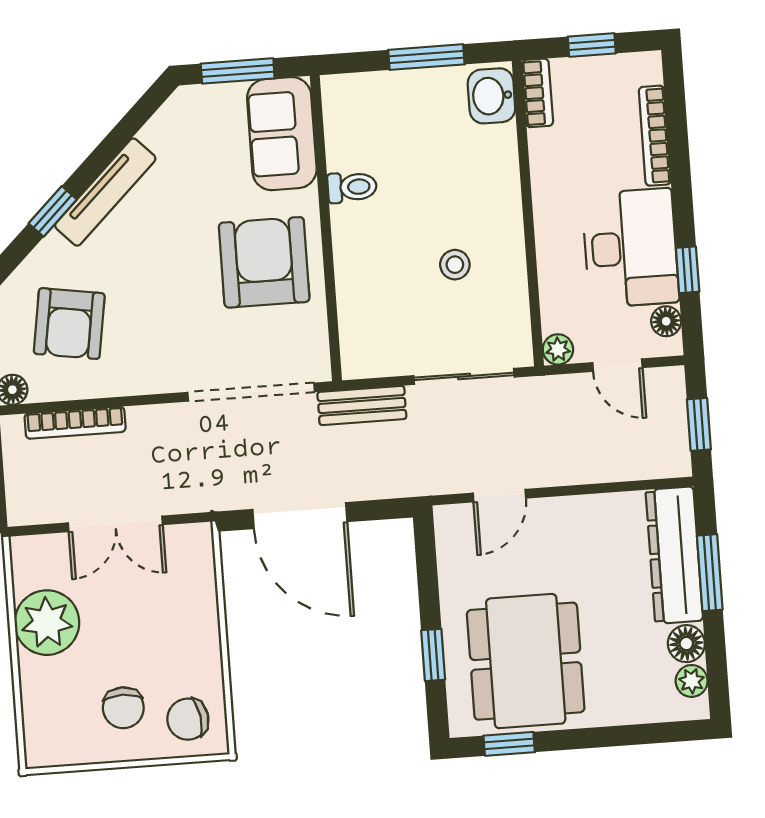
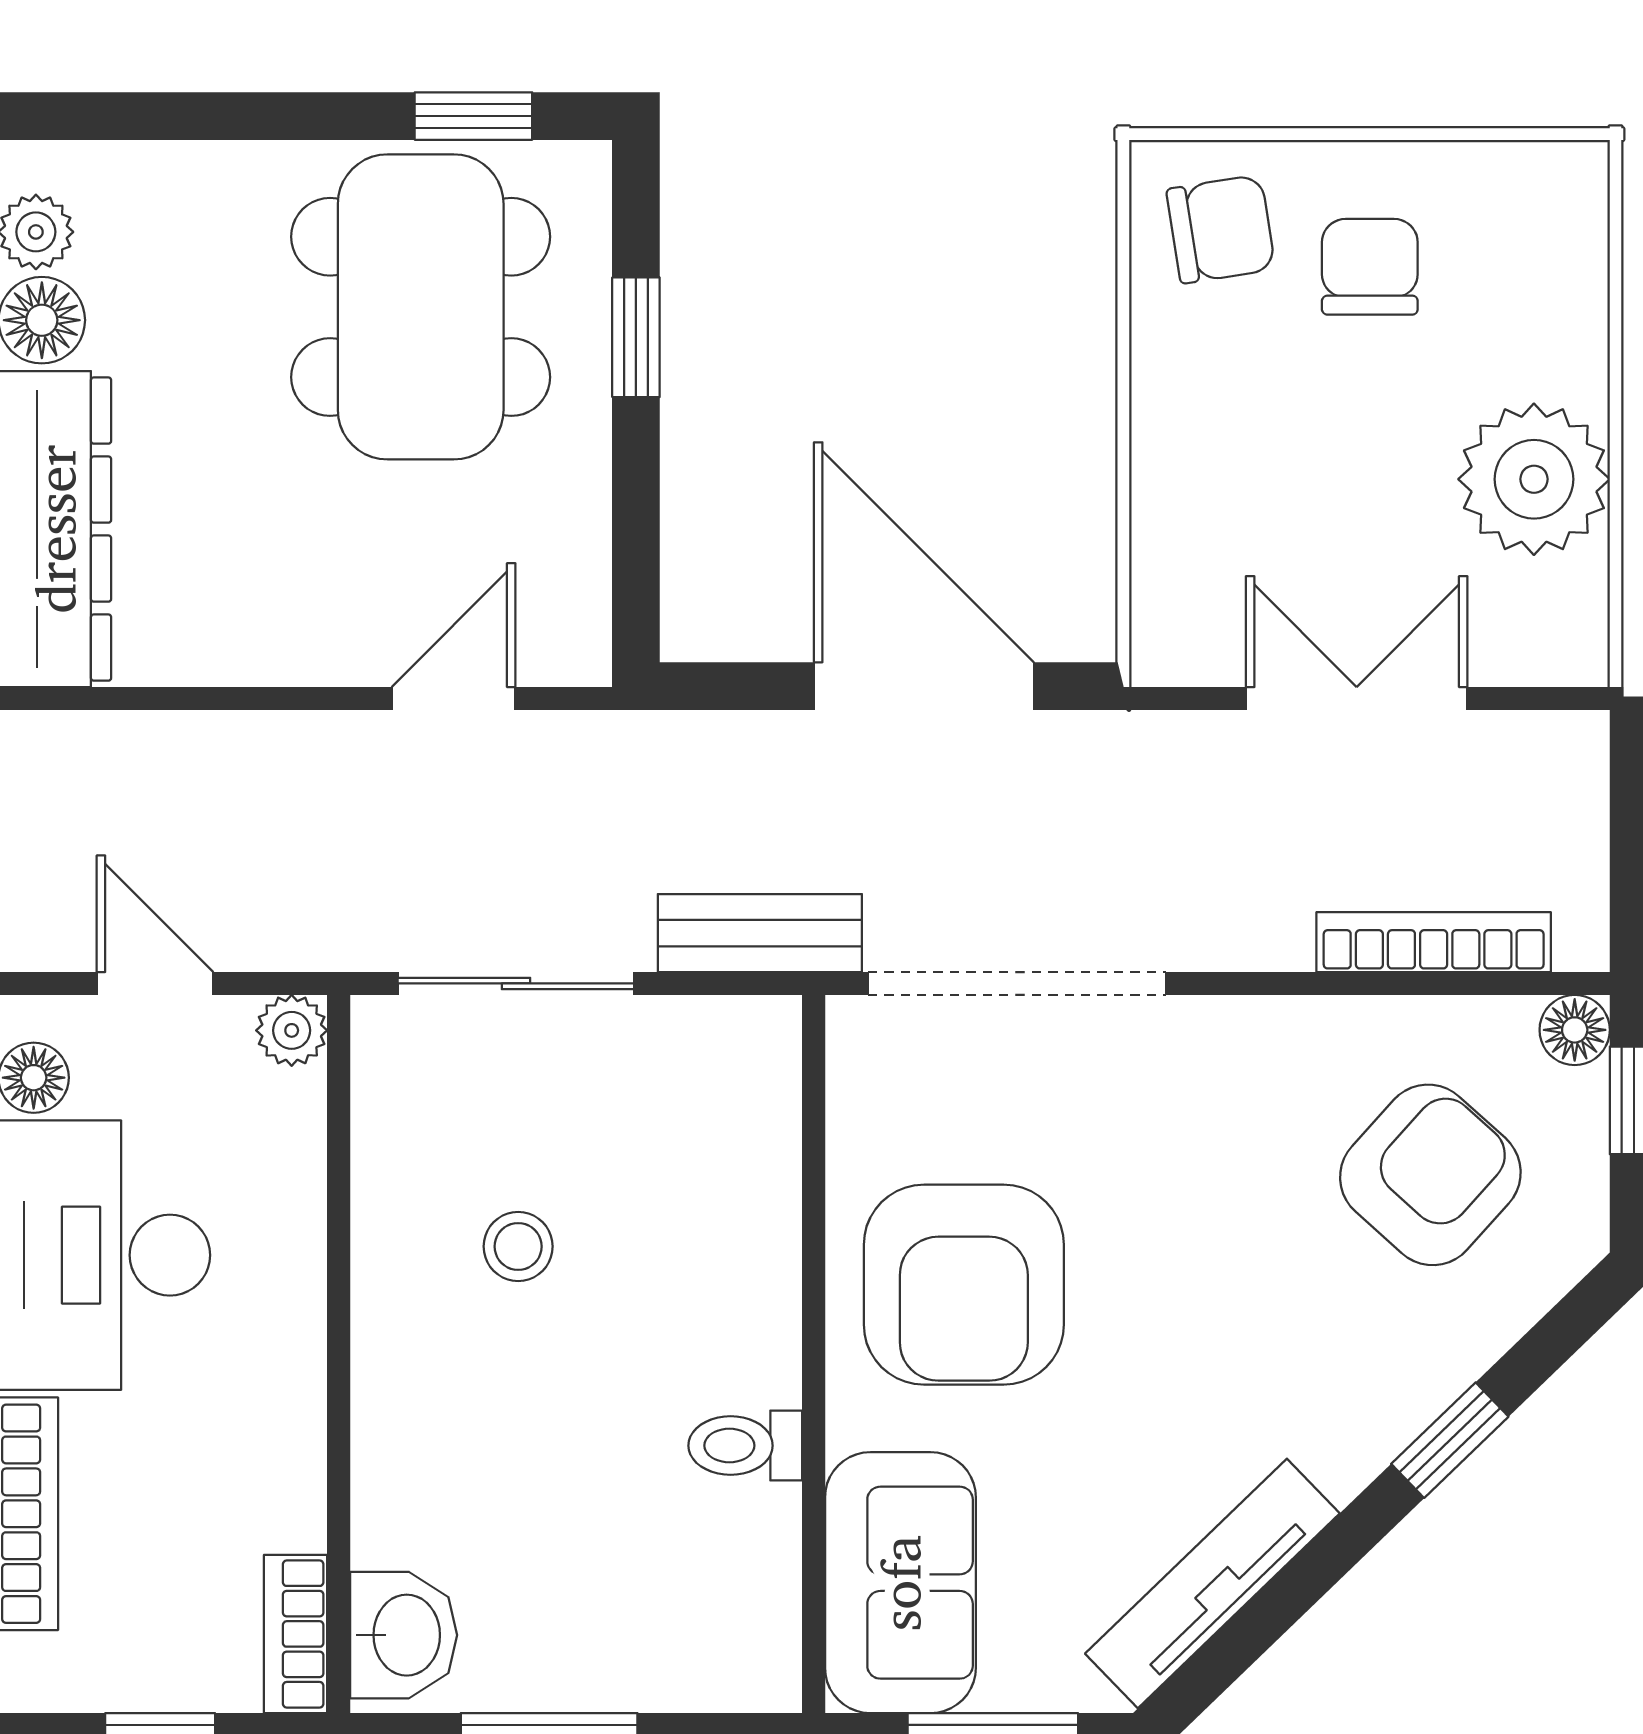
tv unit: (105, 192) -> (1212, 1583), moved
armchair: (69, 324) -> (1430, 1175), turned 33

